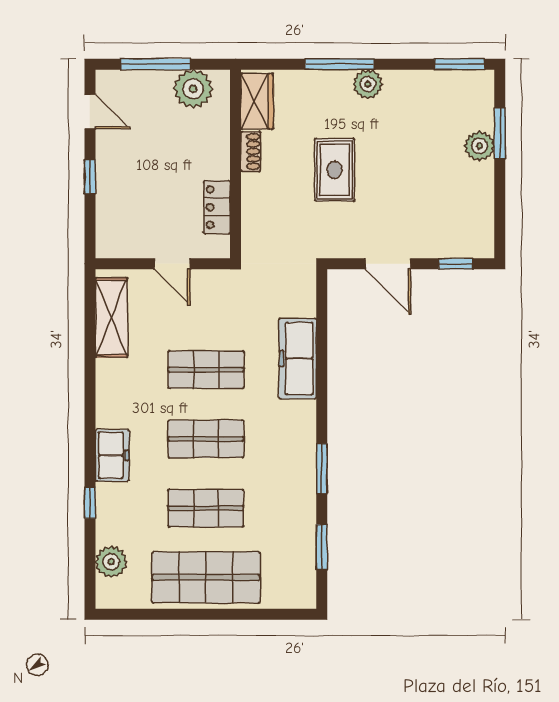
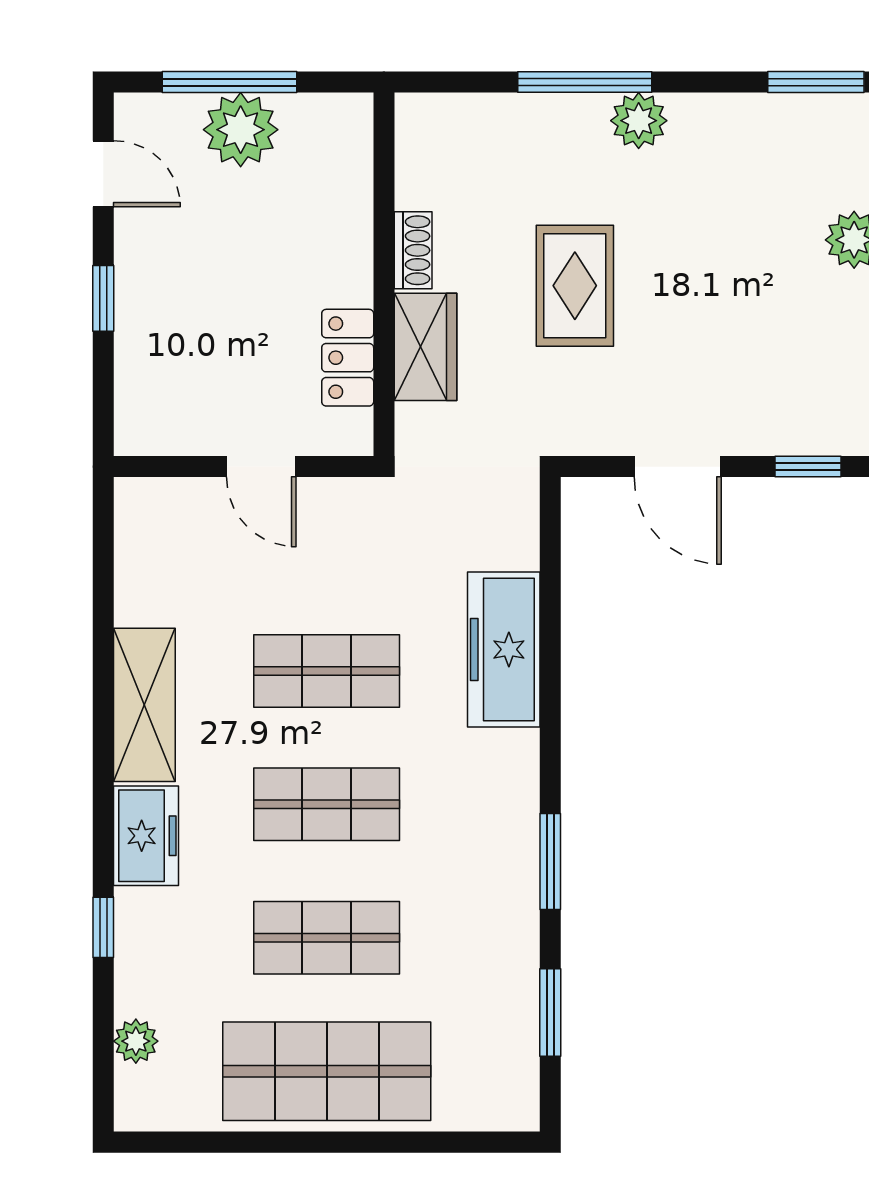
plant: (193, 89) -> (241, 130), moved
wardrobe: (257, 101) -> (425, 347), moved
shelving: (111, 318) -> (144, 705), moved
plant: (111, 562) -> (136, 1041), width x0.73, depth x0.73

